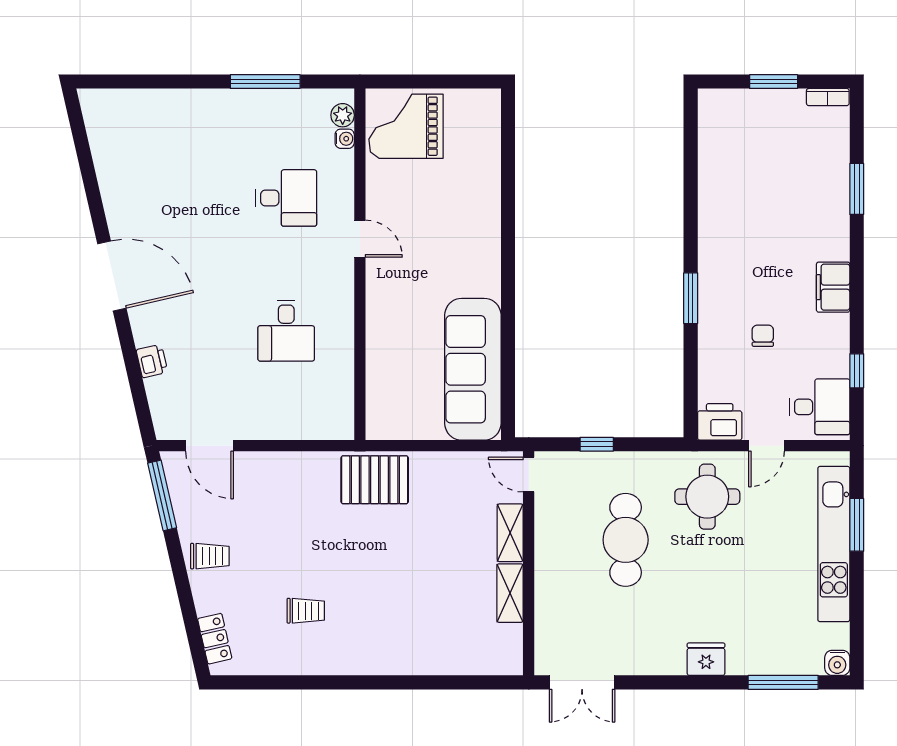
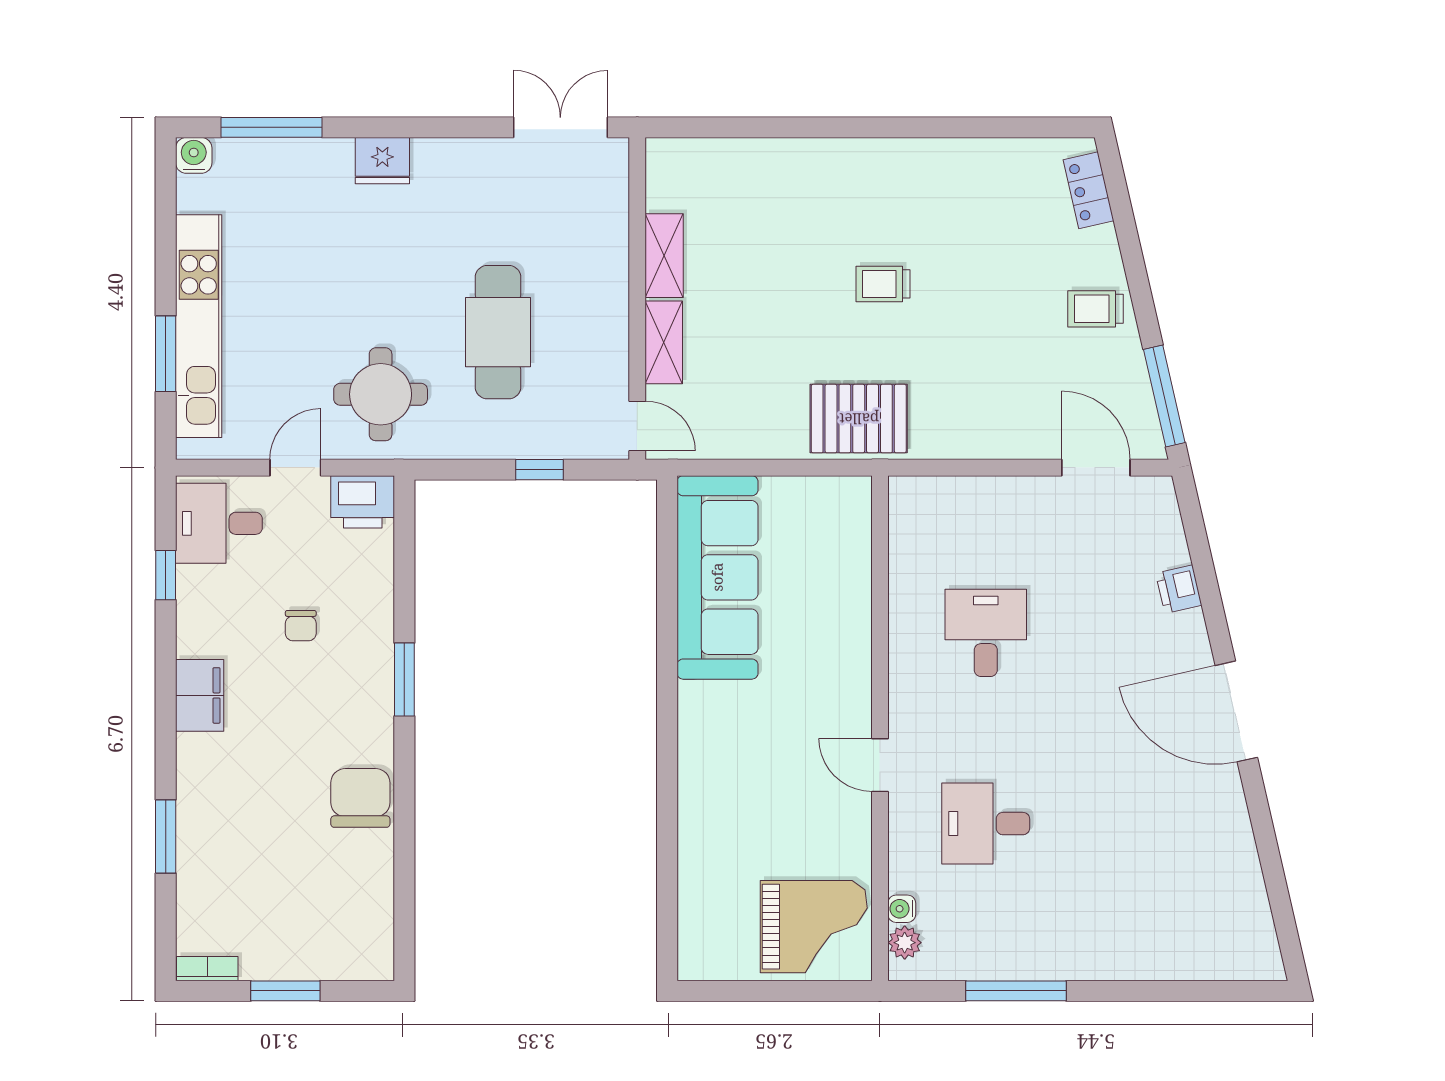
chair: (721, 216) -> (360, 798), added
trolley: (306, 611) -> (883, 284), moved

